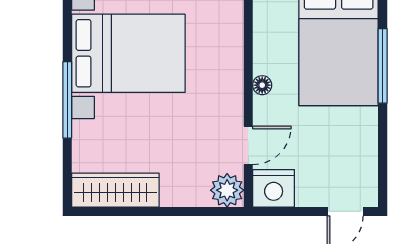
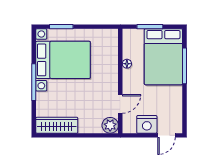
floor lamp: (262, 85) -> (127, 64), moved
nightstand: (274, 188) -> (147, 124), moved

